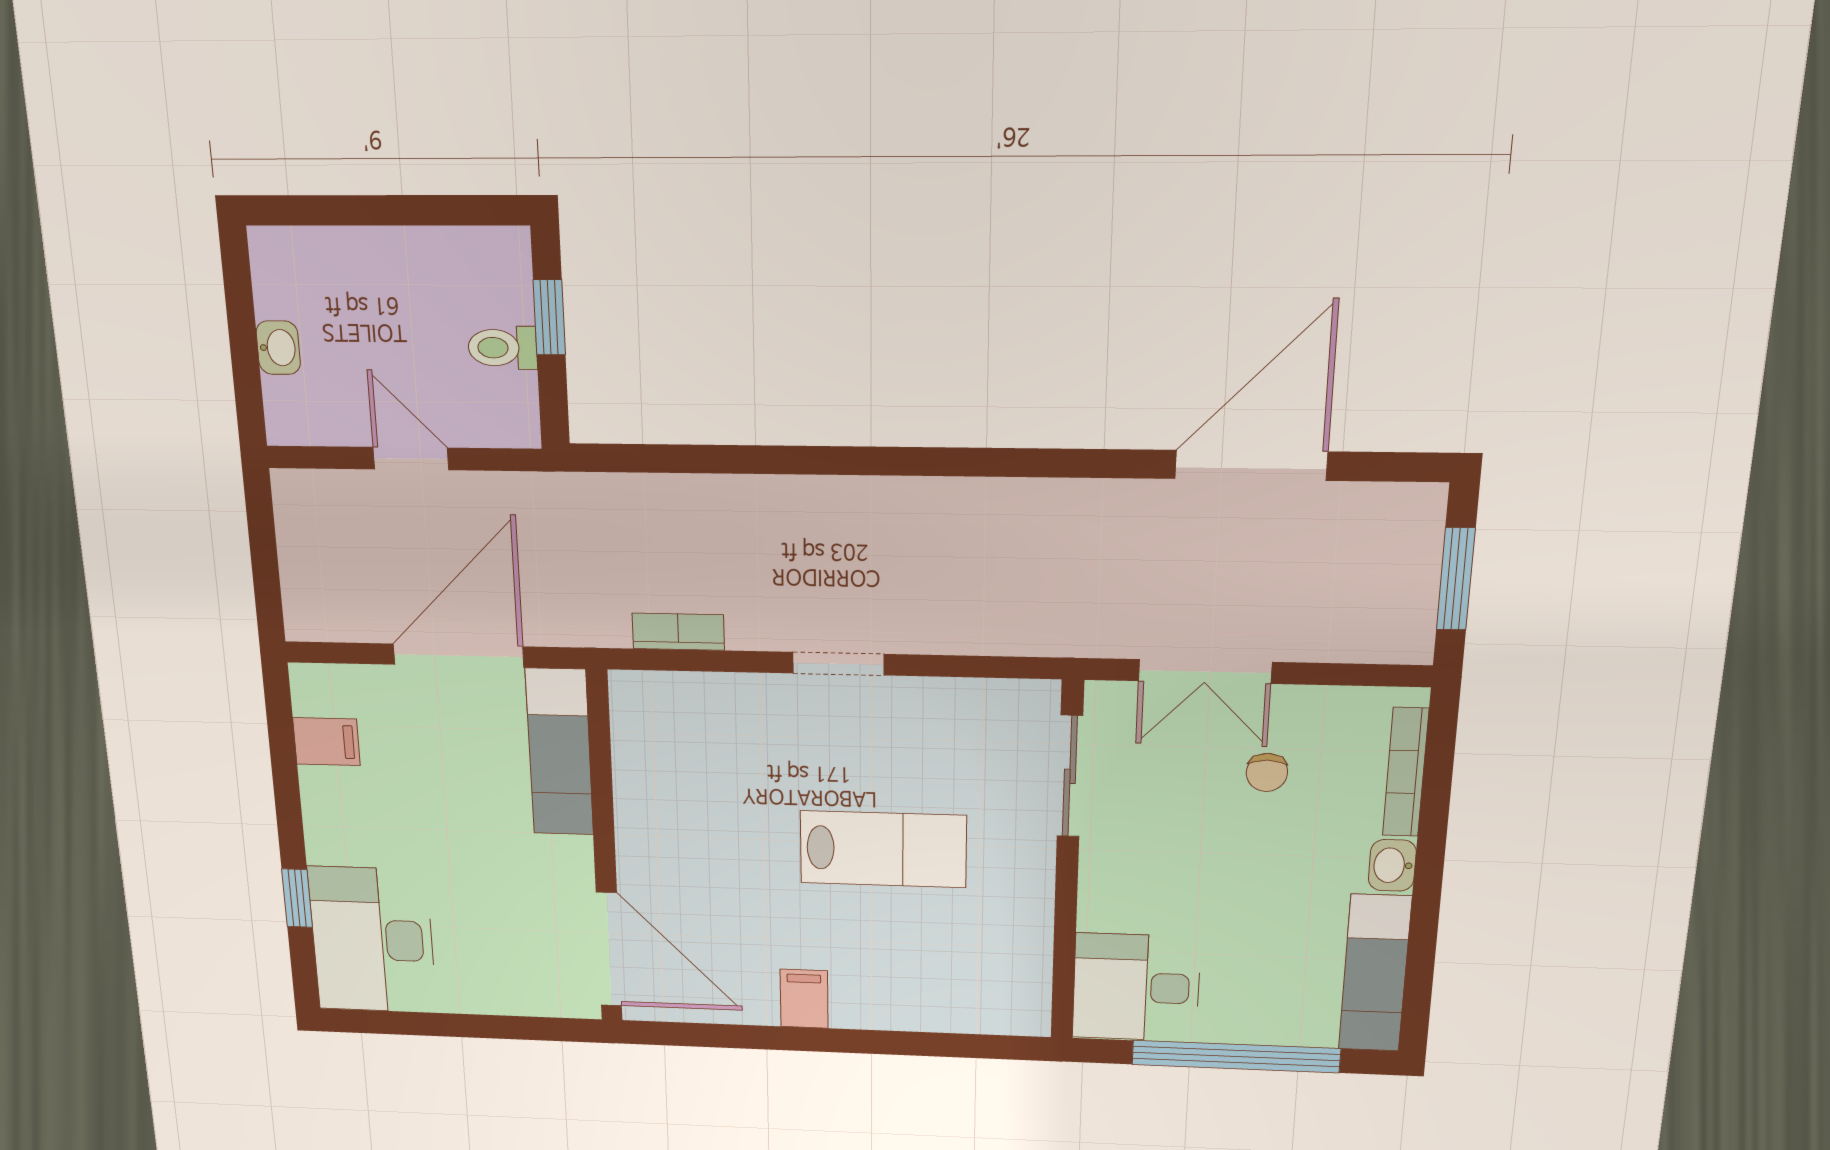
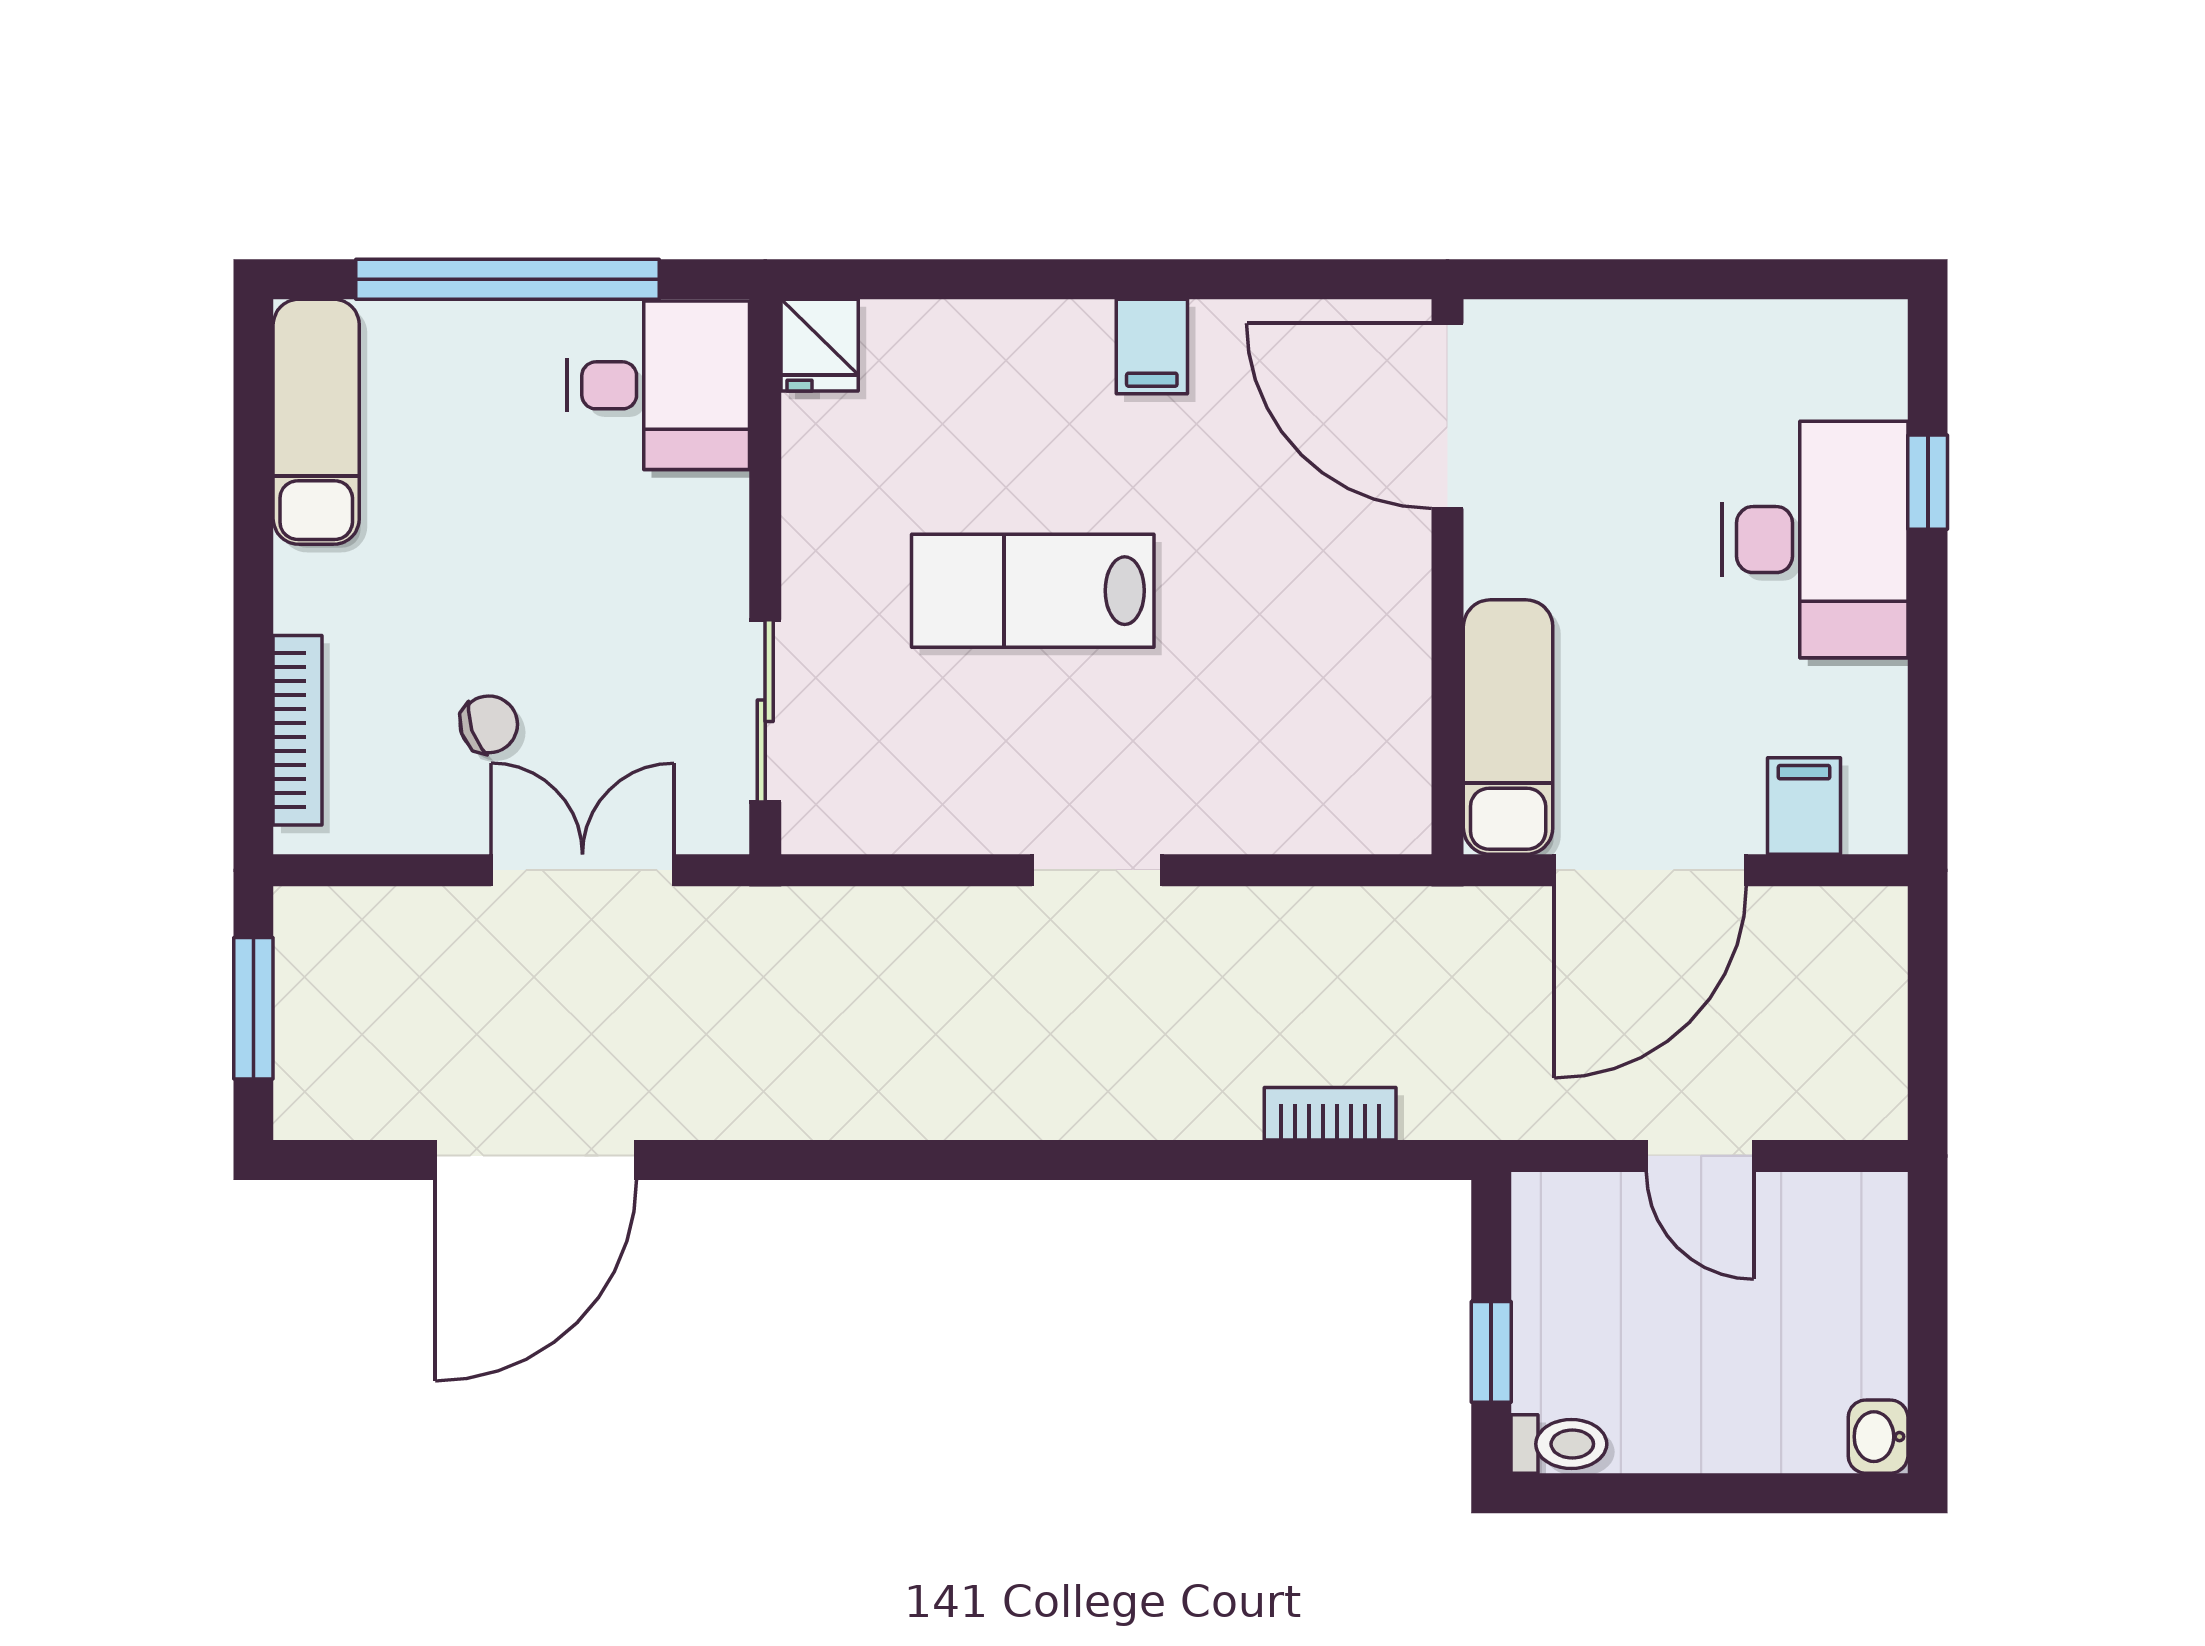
washbasin: (278, 348) -> (1878, 1437), moved
toilet: (503, 348) -> (1559, 1444), moved
bookcase: (678, 632) -> (1330, 1114), moved, turned 180
filing cabinet: (326, 742) -> (1804, 806), moved, turned 90
chair: (1267, 772) -> (489, 724), turned 71
washbasin: (1392, 865) -> (305, 590), removed
desk: (372, 940) -> (1815, 540), moved
fridge: (1026, 1008) -> (820, 345), added

